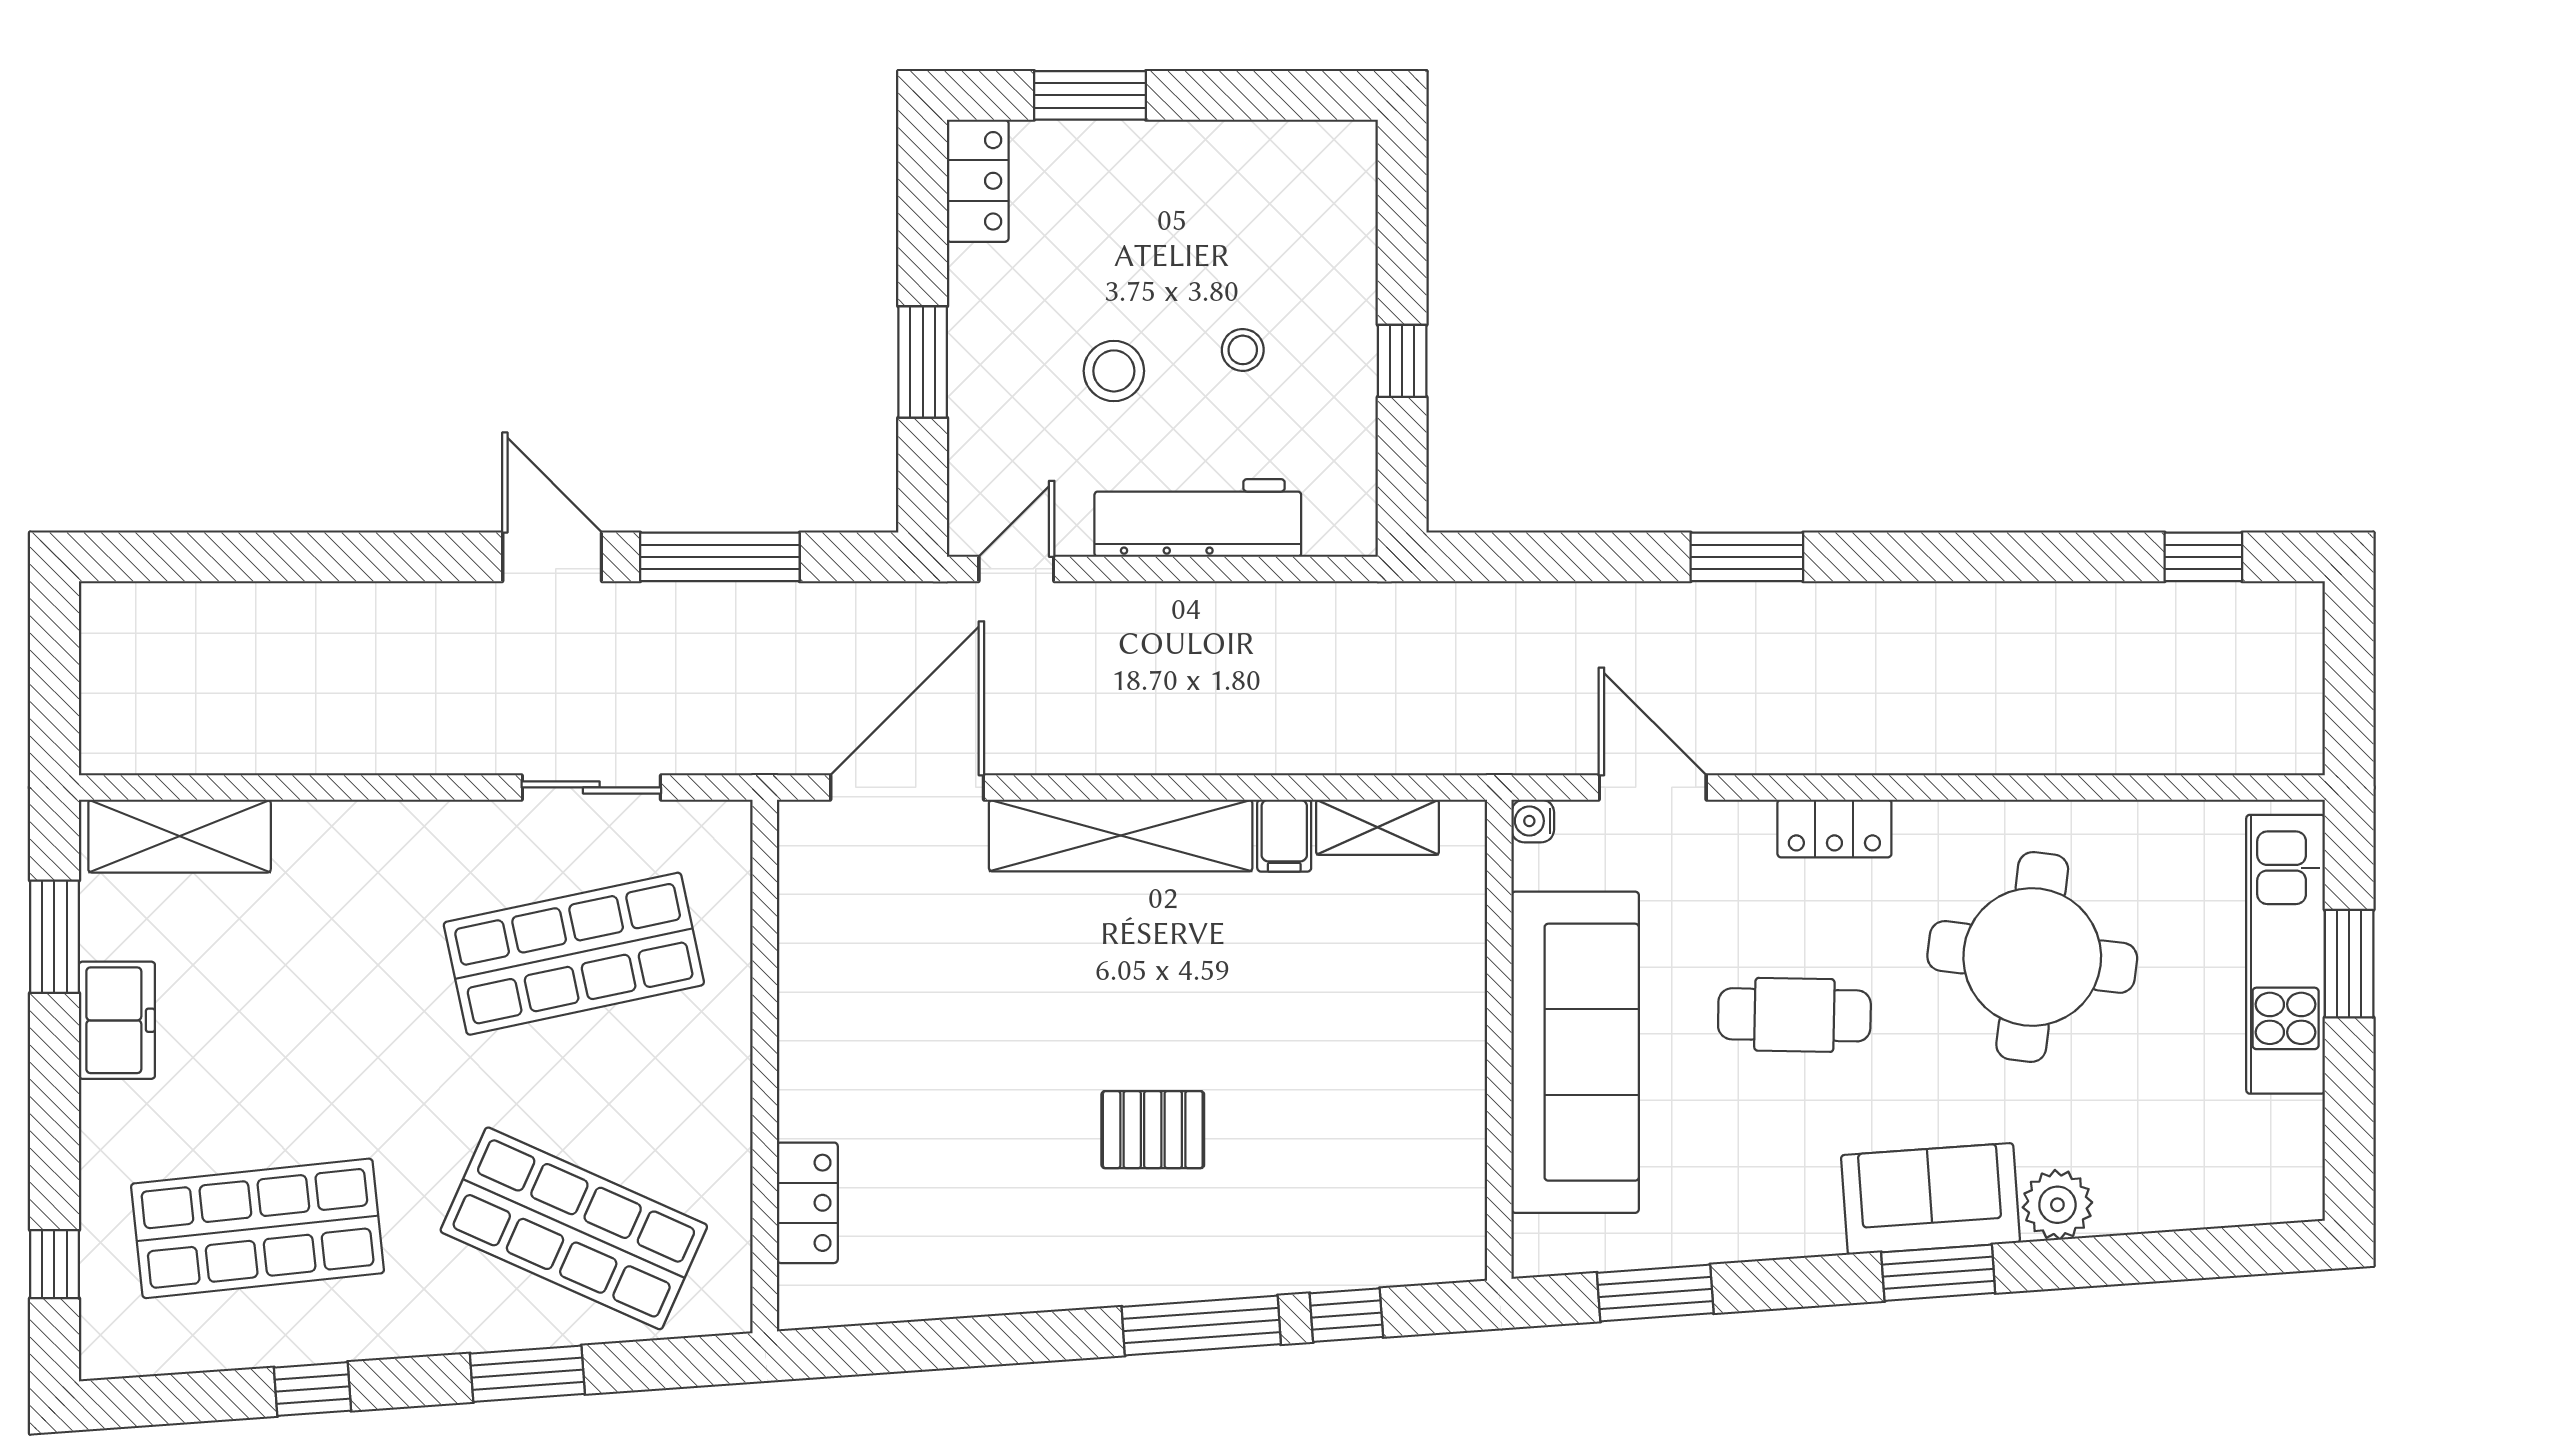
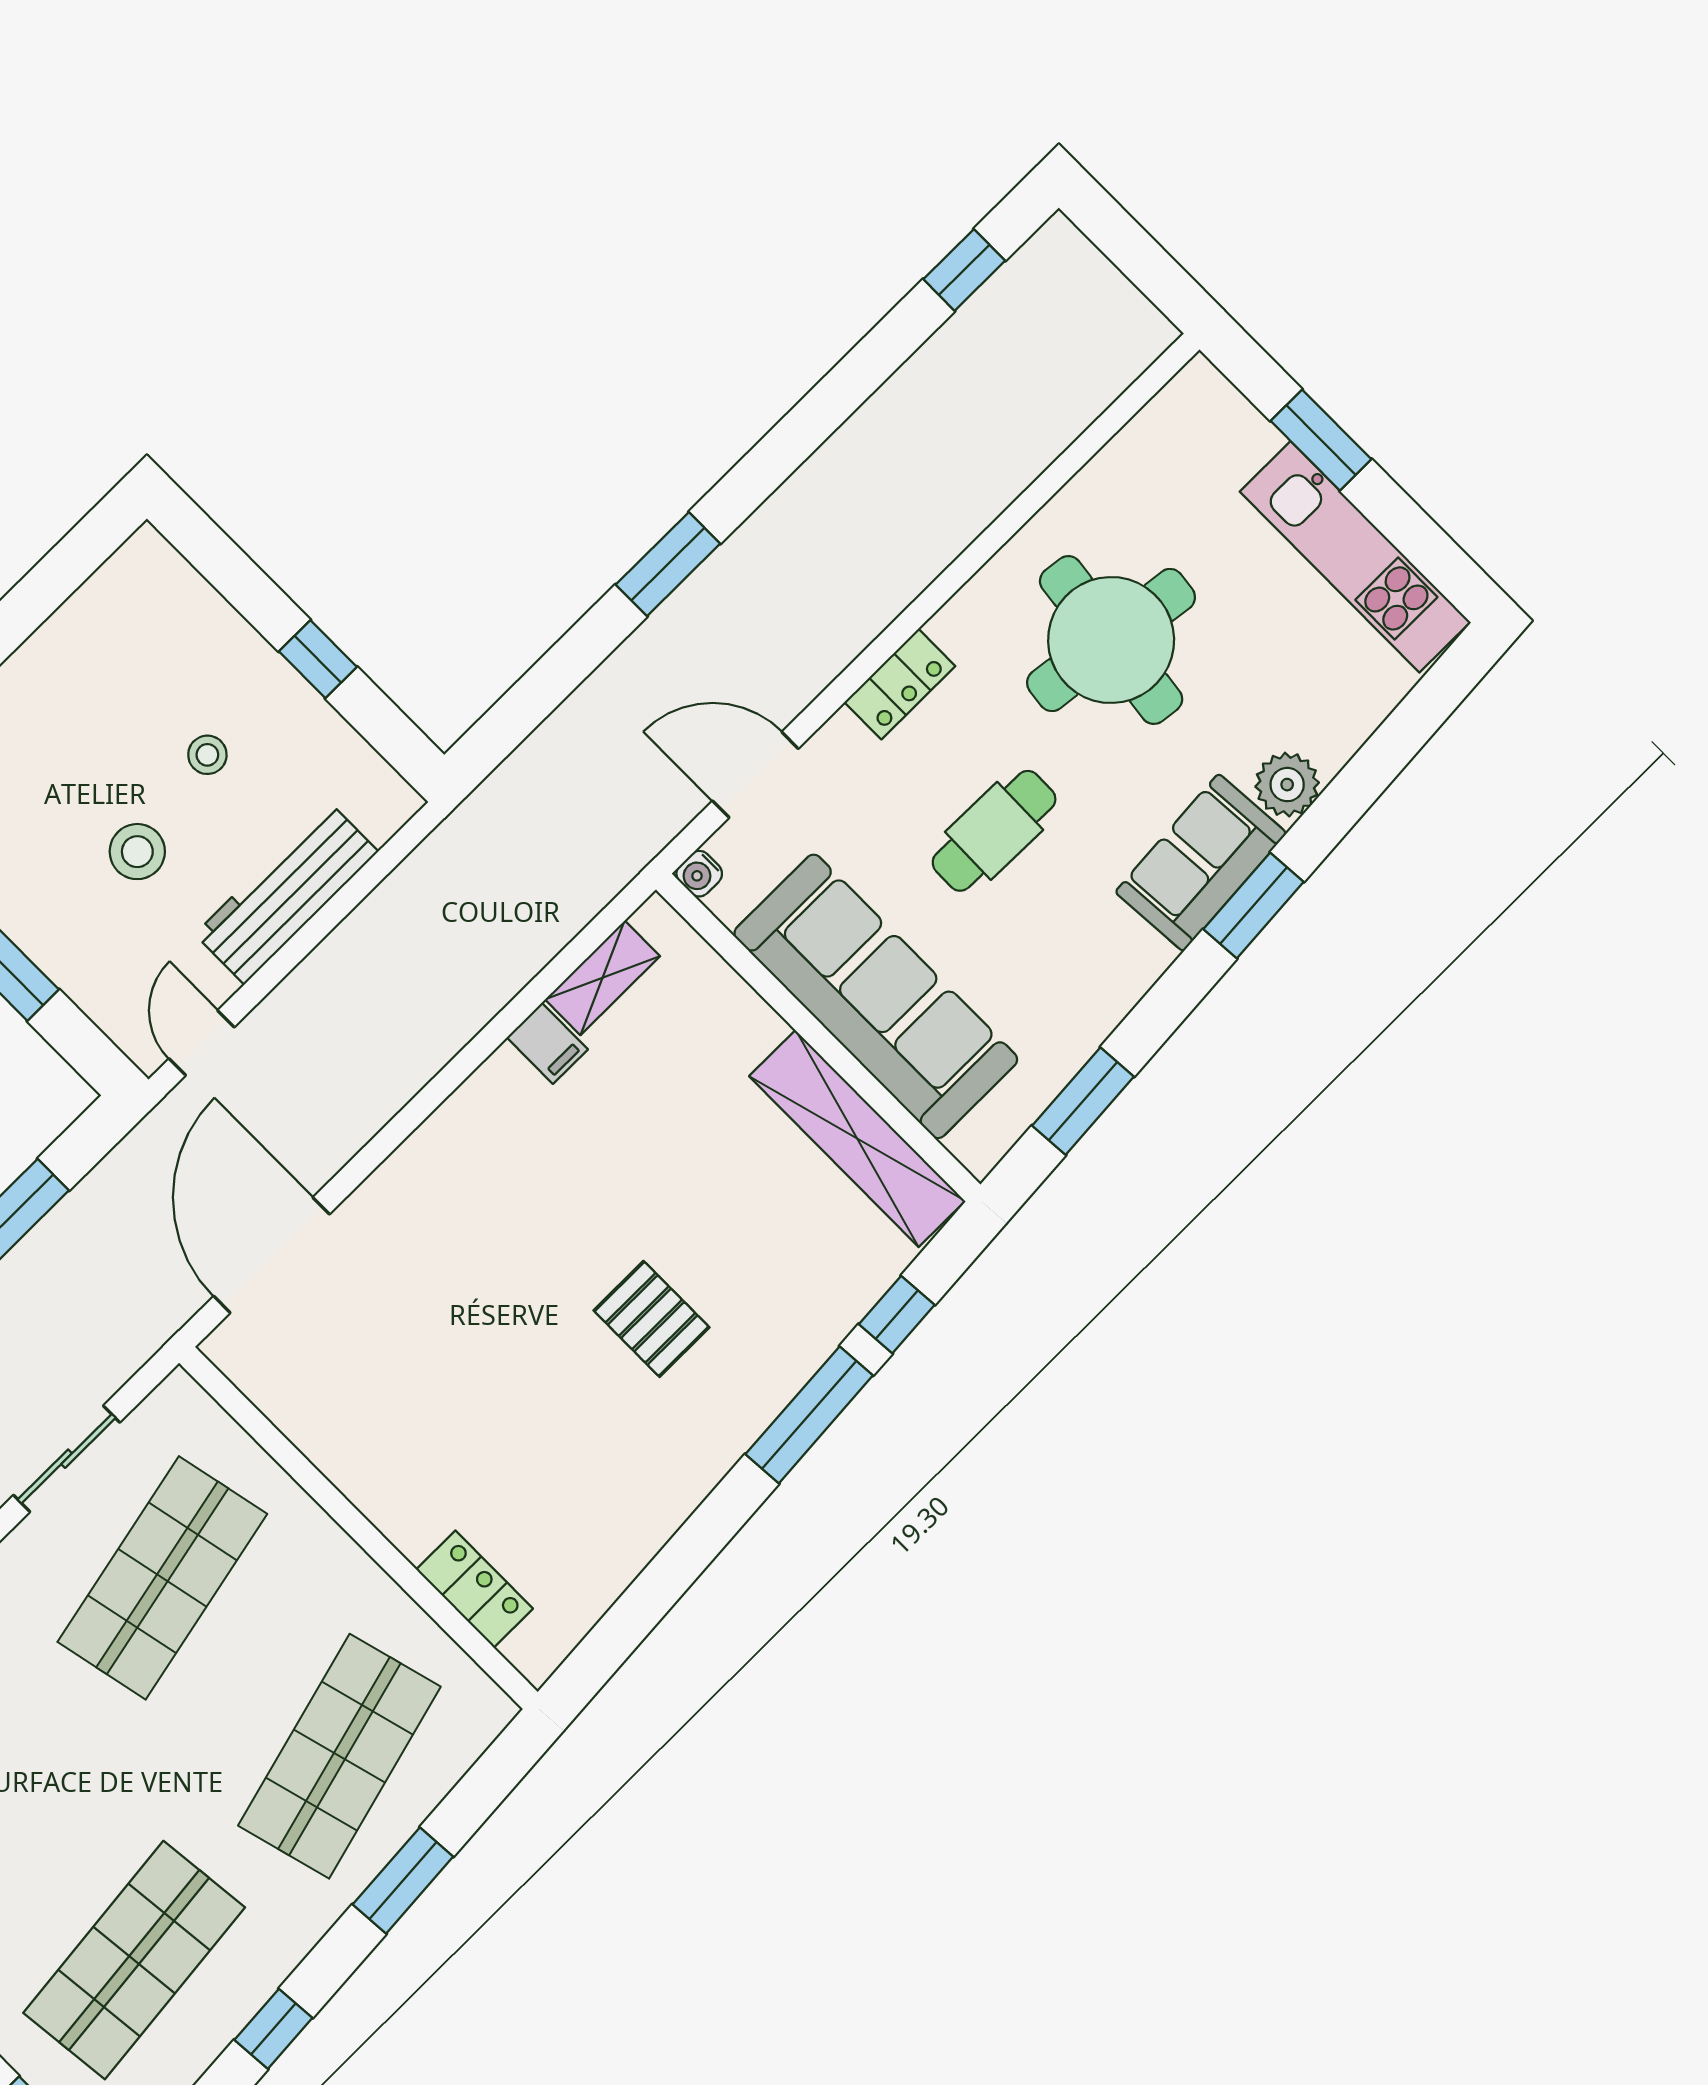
shelving: (1121, 836) -> (857, 1139), moved, turned 90
kitchen unit: (2286, 954) -> (1355, 557), moved
pallet: (1153, 1130) -> (652, 1319), turned 90
shop shelf: (574, 1228) -> (339, 1756), turned -39

